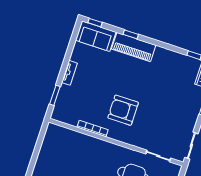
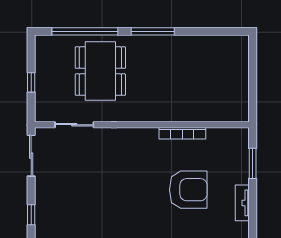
armchair: (123, 110) -> (188, 190), moved

